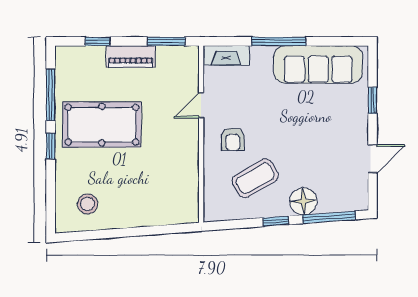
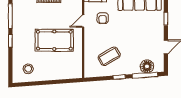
pool table: (102, 125) -> (54, 40), moved
armchair: (233, 139) -> (103, 18), moved
floor lamp: (303, 201) -> (147, 66), moved

